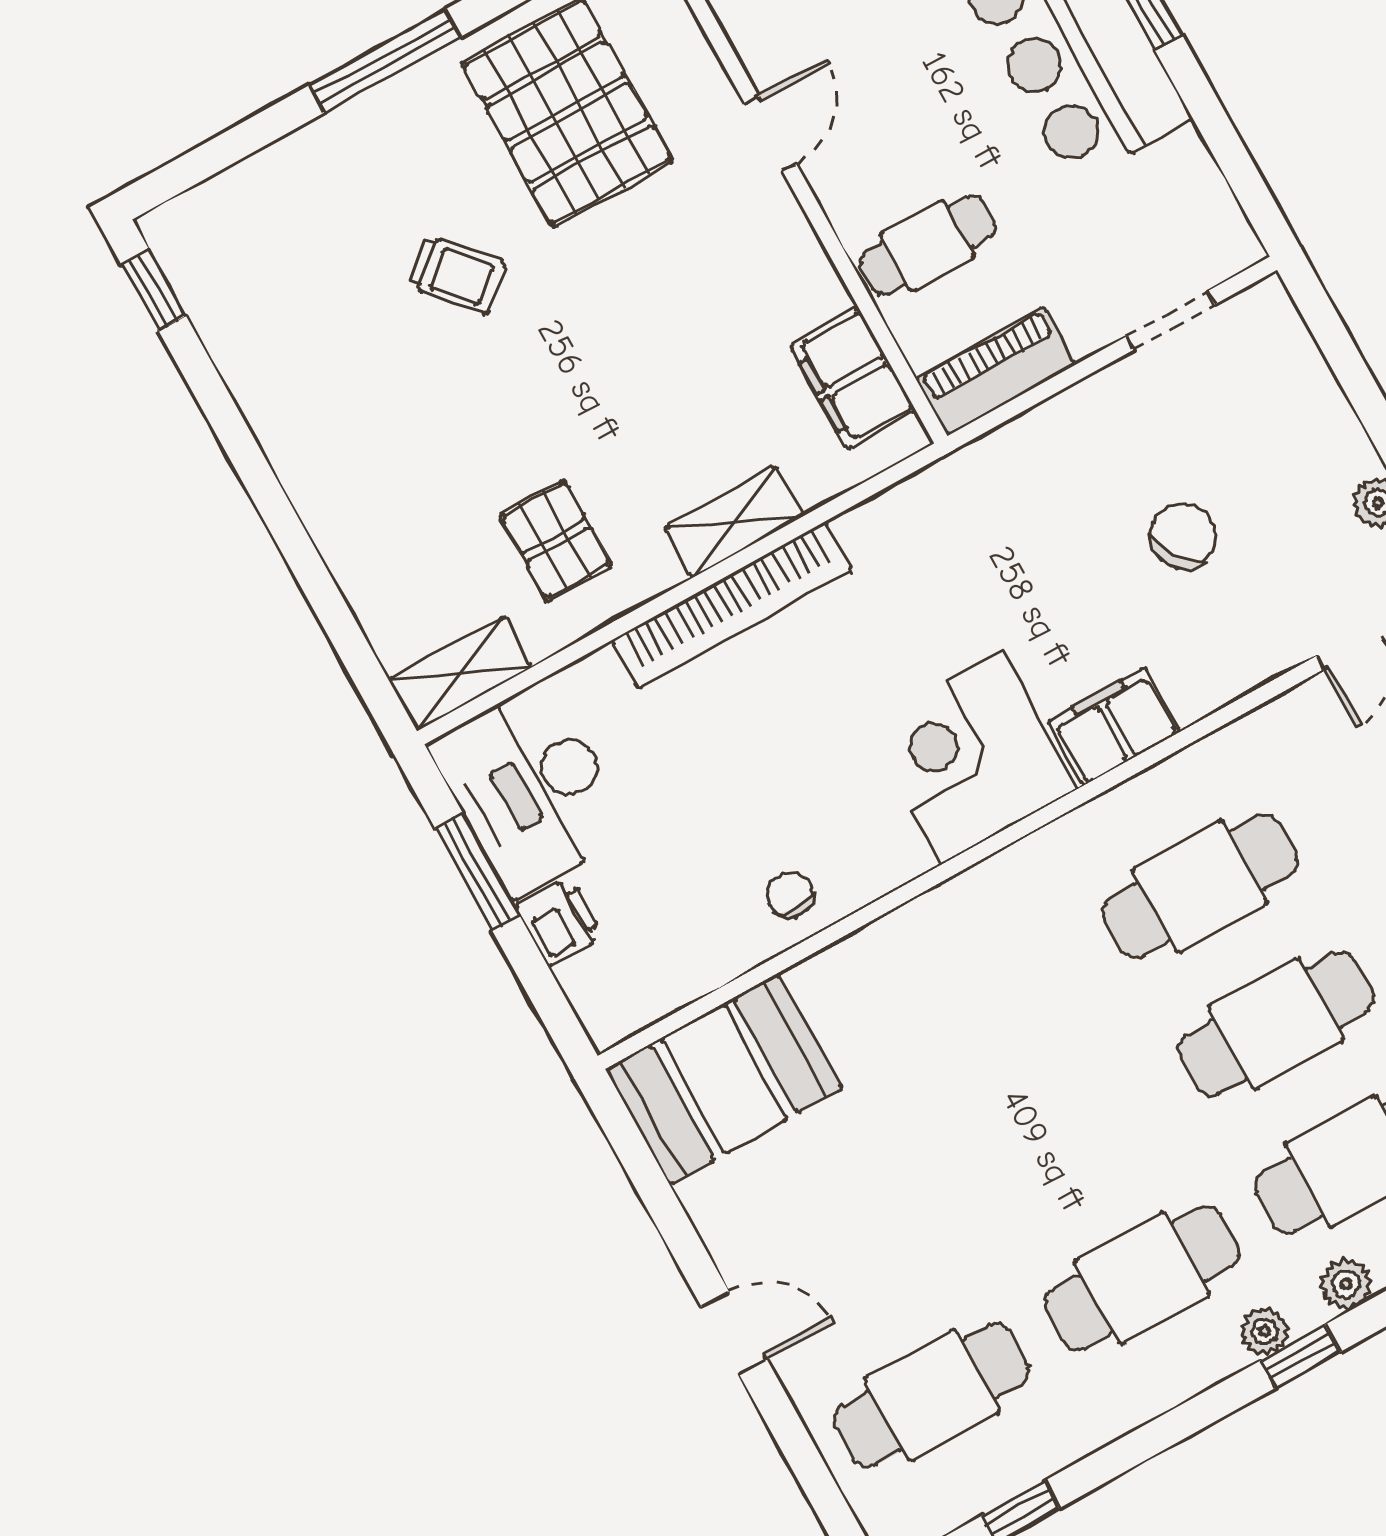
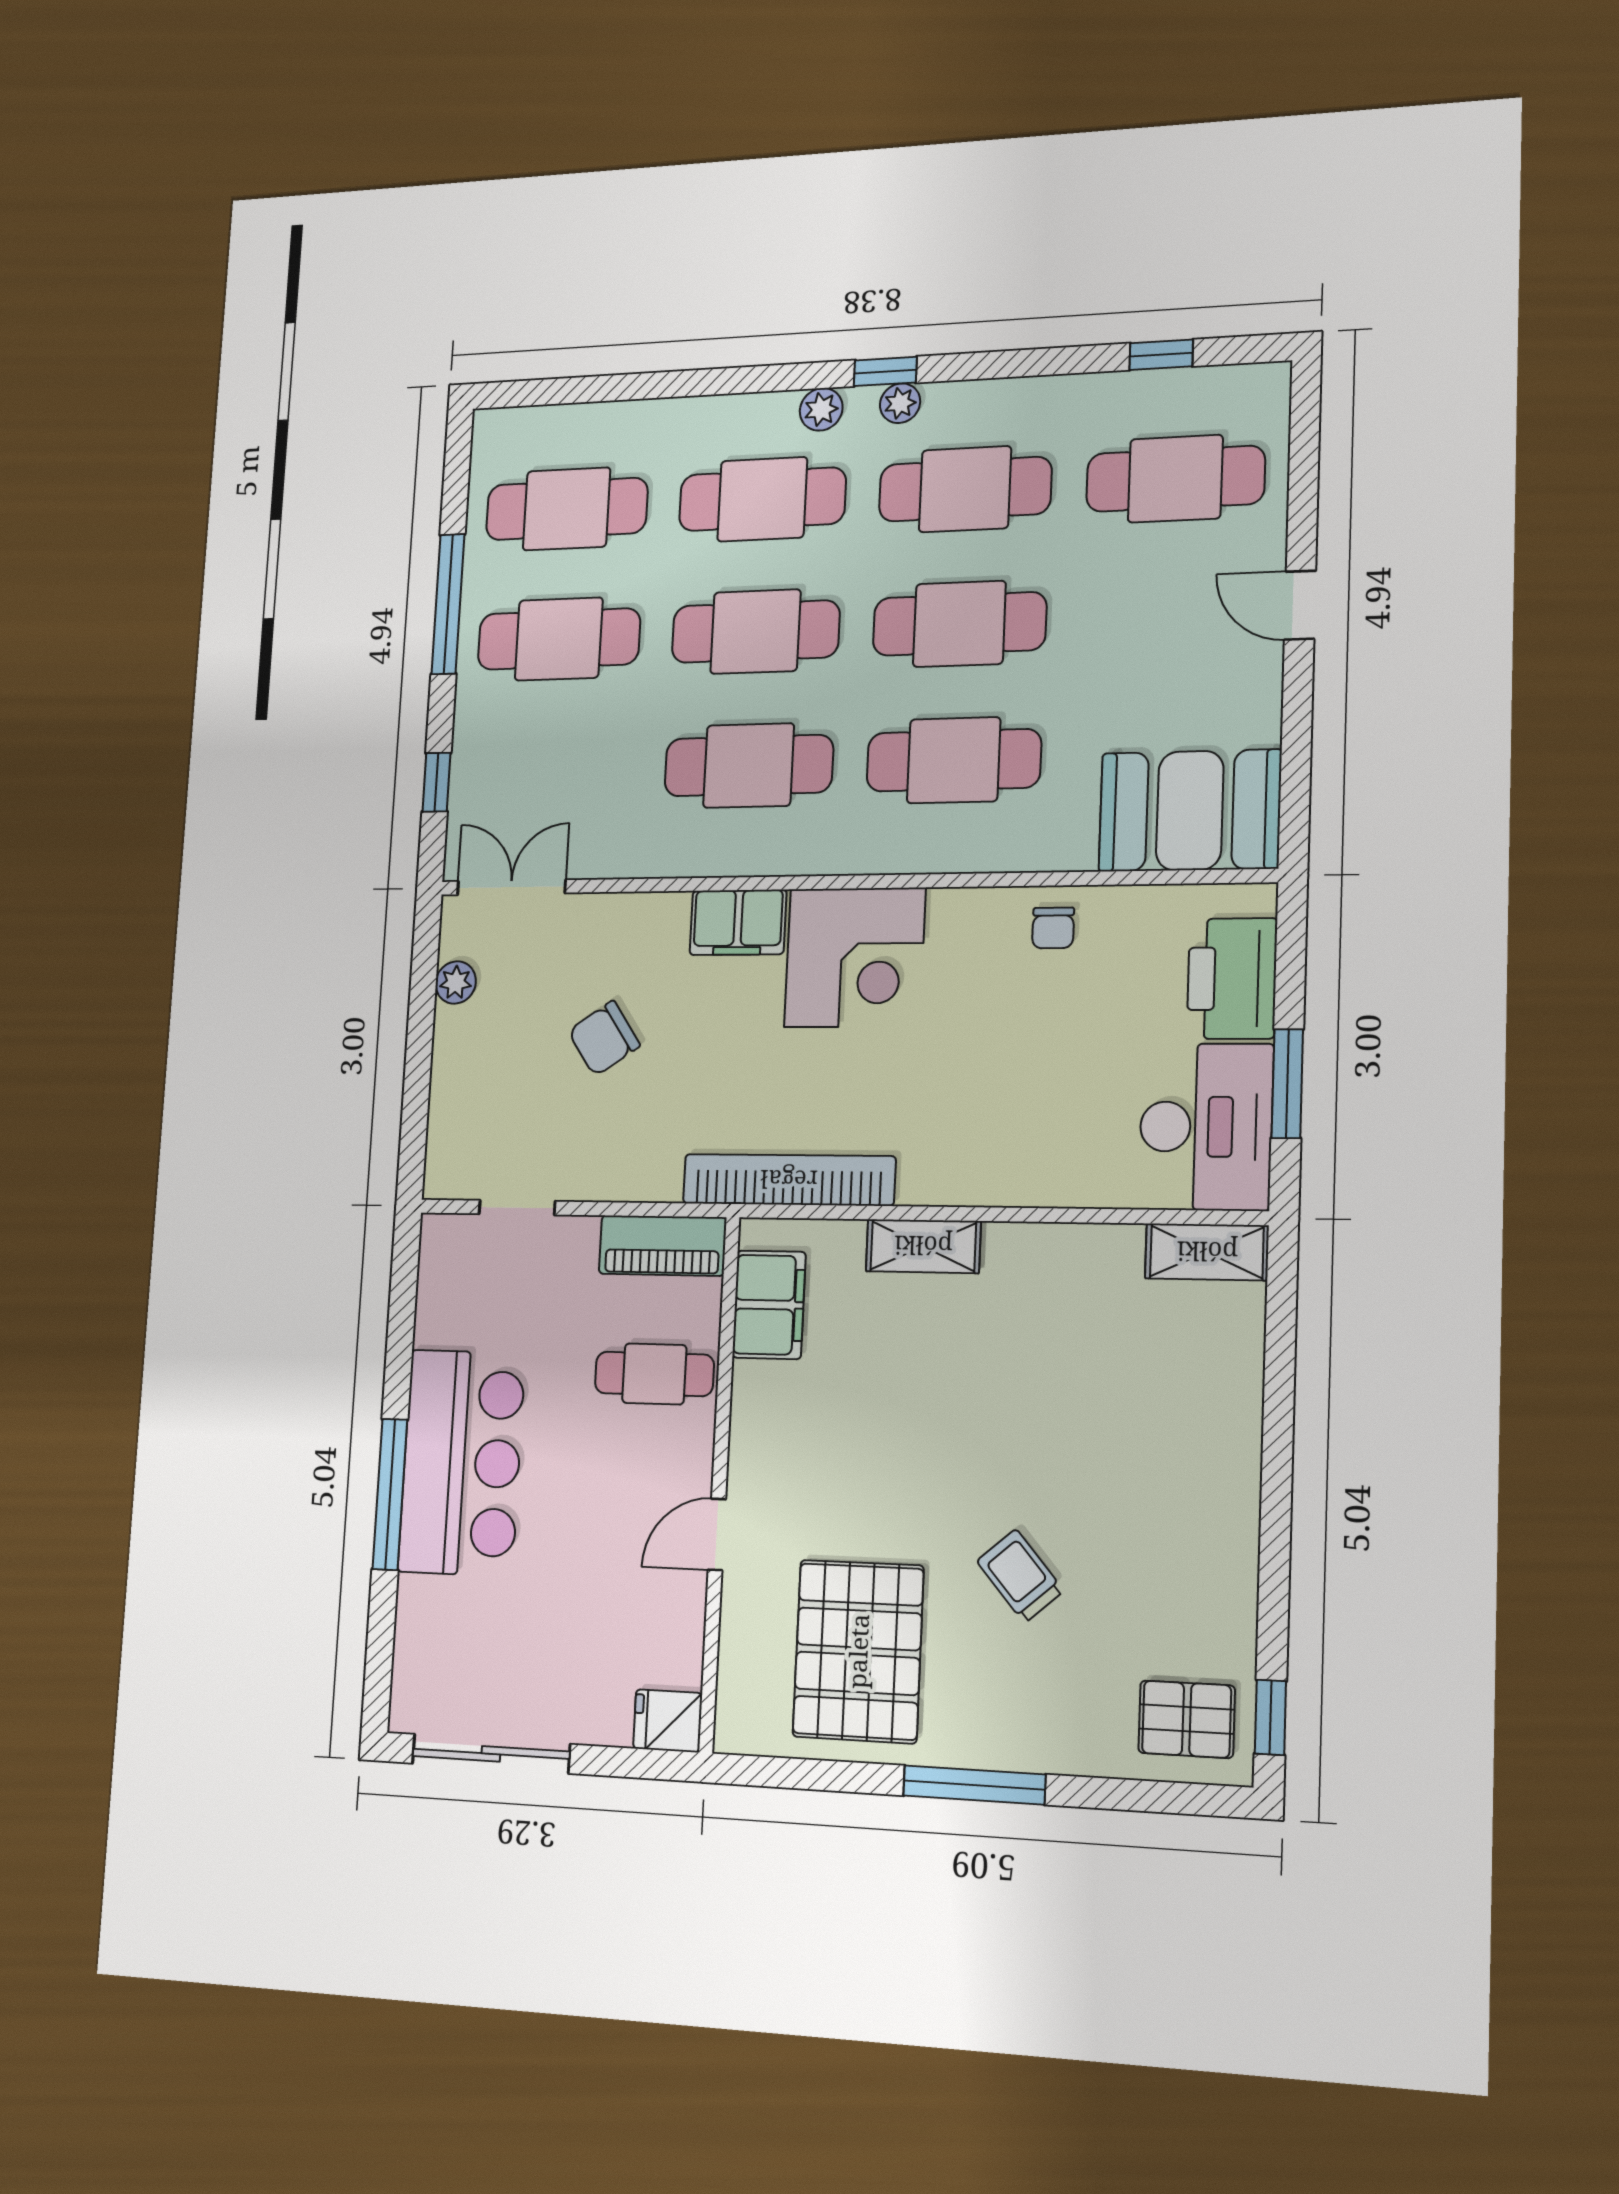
pallet: (556, 540) -> (1187, 1719), moved, turned 90
bookcase: (732, 605) -> (789, 1180), moved
printer: (560, 922) -> (1232, 979), width x1.87, depth x1.48
cafe table: (989, 1004) -> (954, 760), added
cafe table: (1066, 1141) -> (959, 624), added

